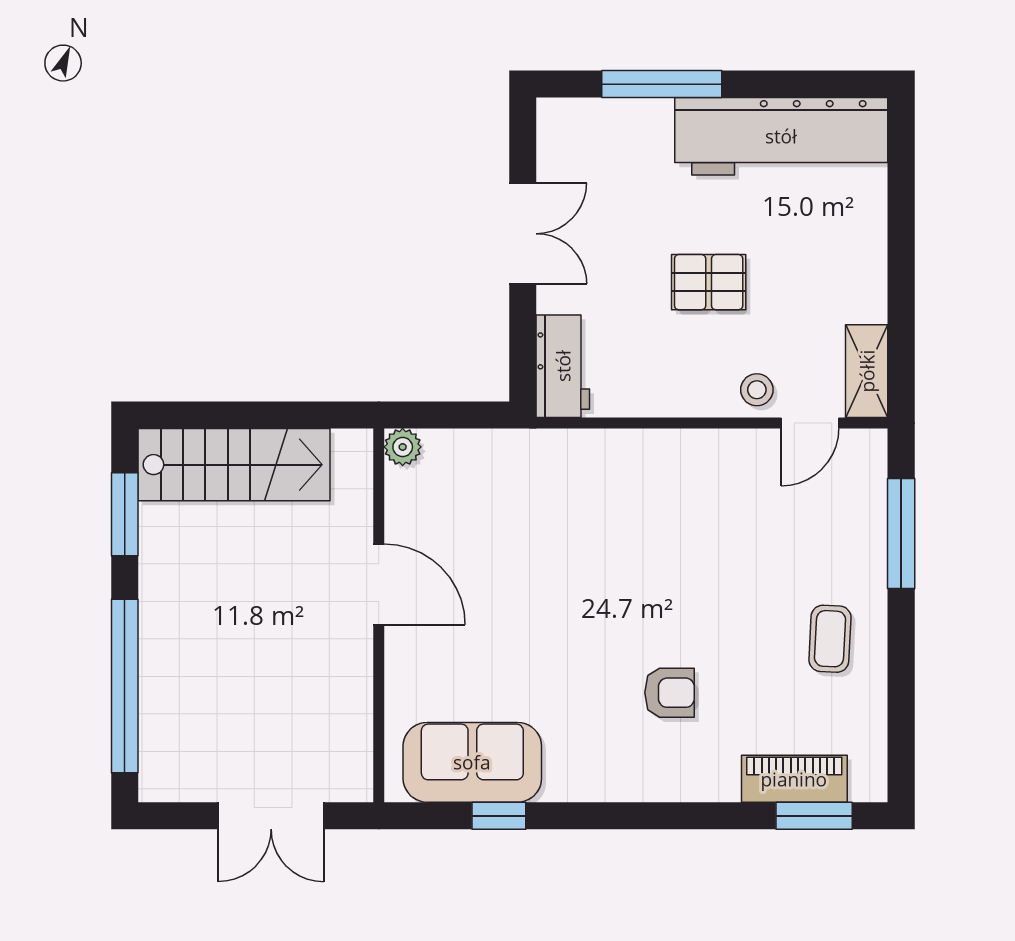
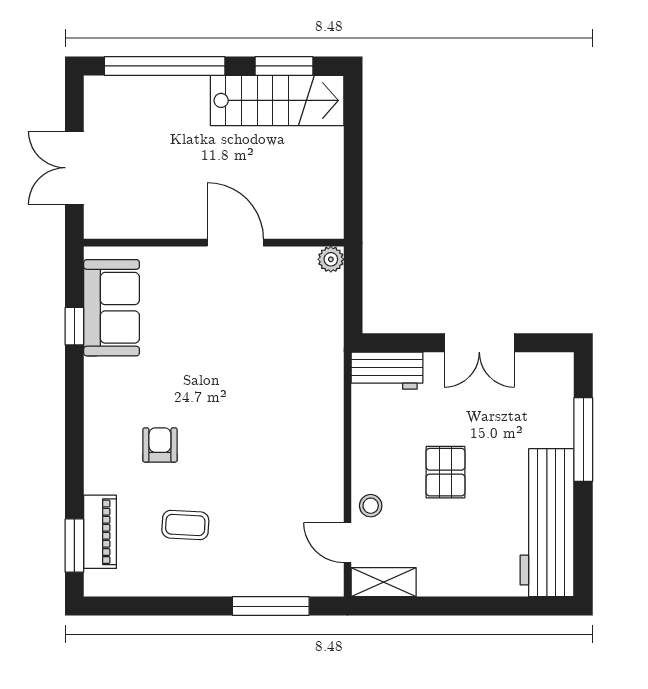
stairs: (234, 465) -> (277, 100), moved, turned -90
door: (379, 584) -> (235, 243), swing flipped
coffee table: (830, 639) -> (185, 525), moved
armchair: (669, 693) -> (160, 445), turned 180

